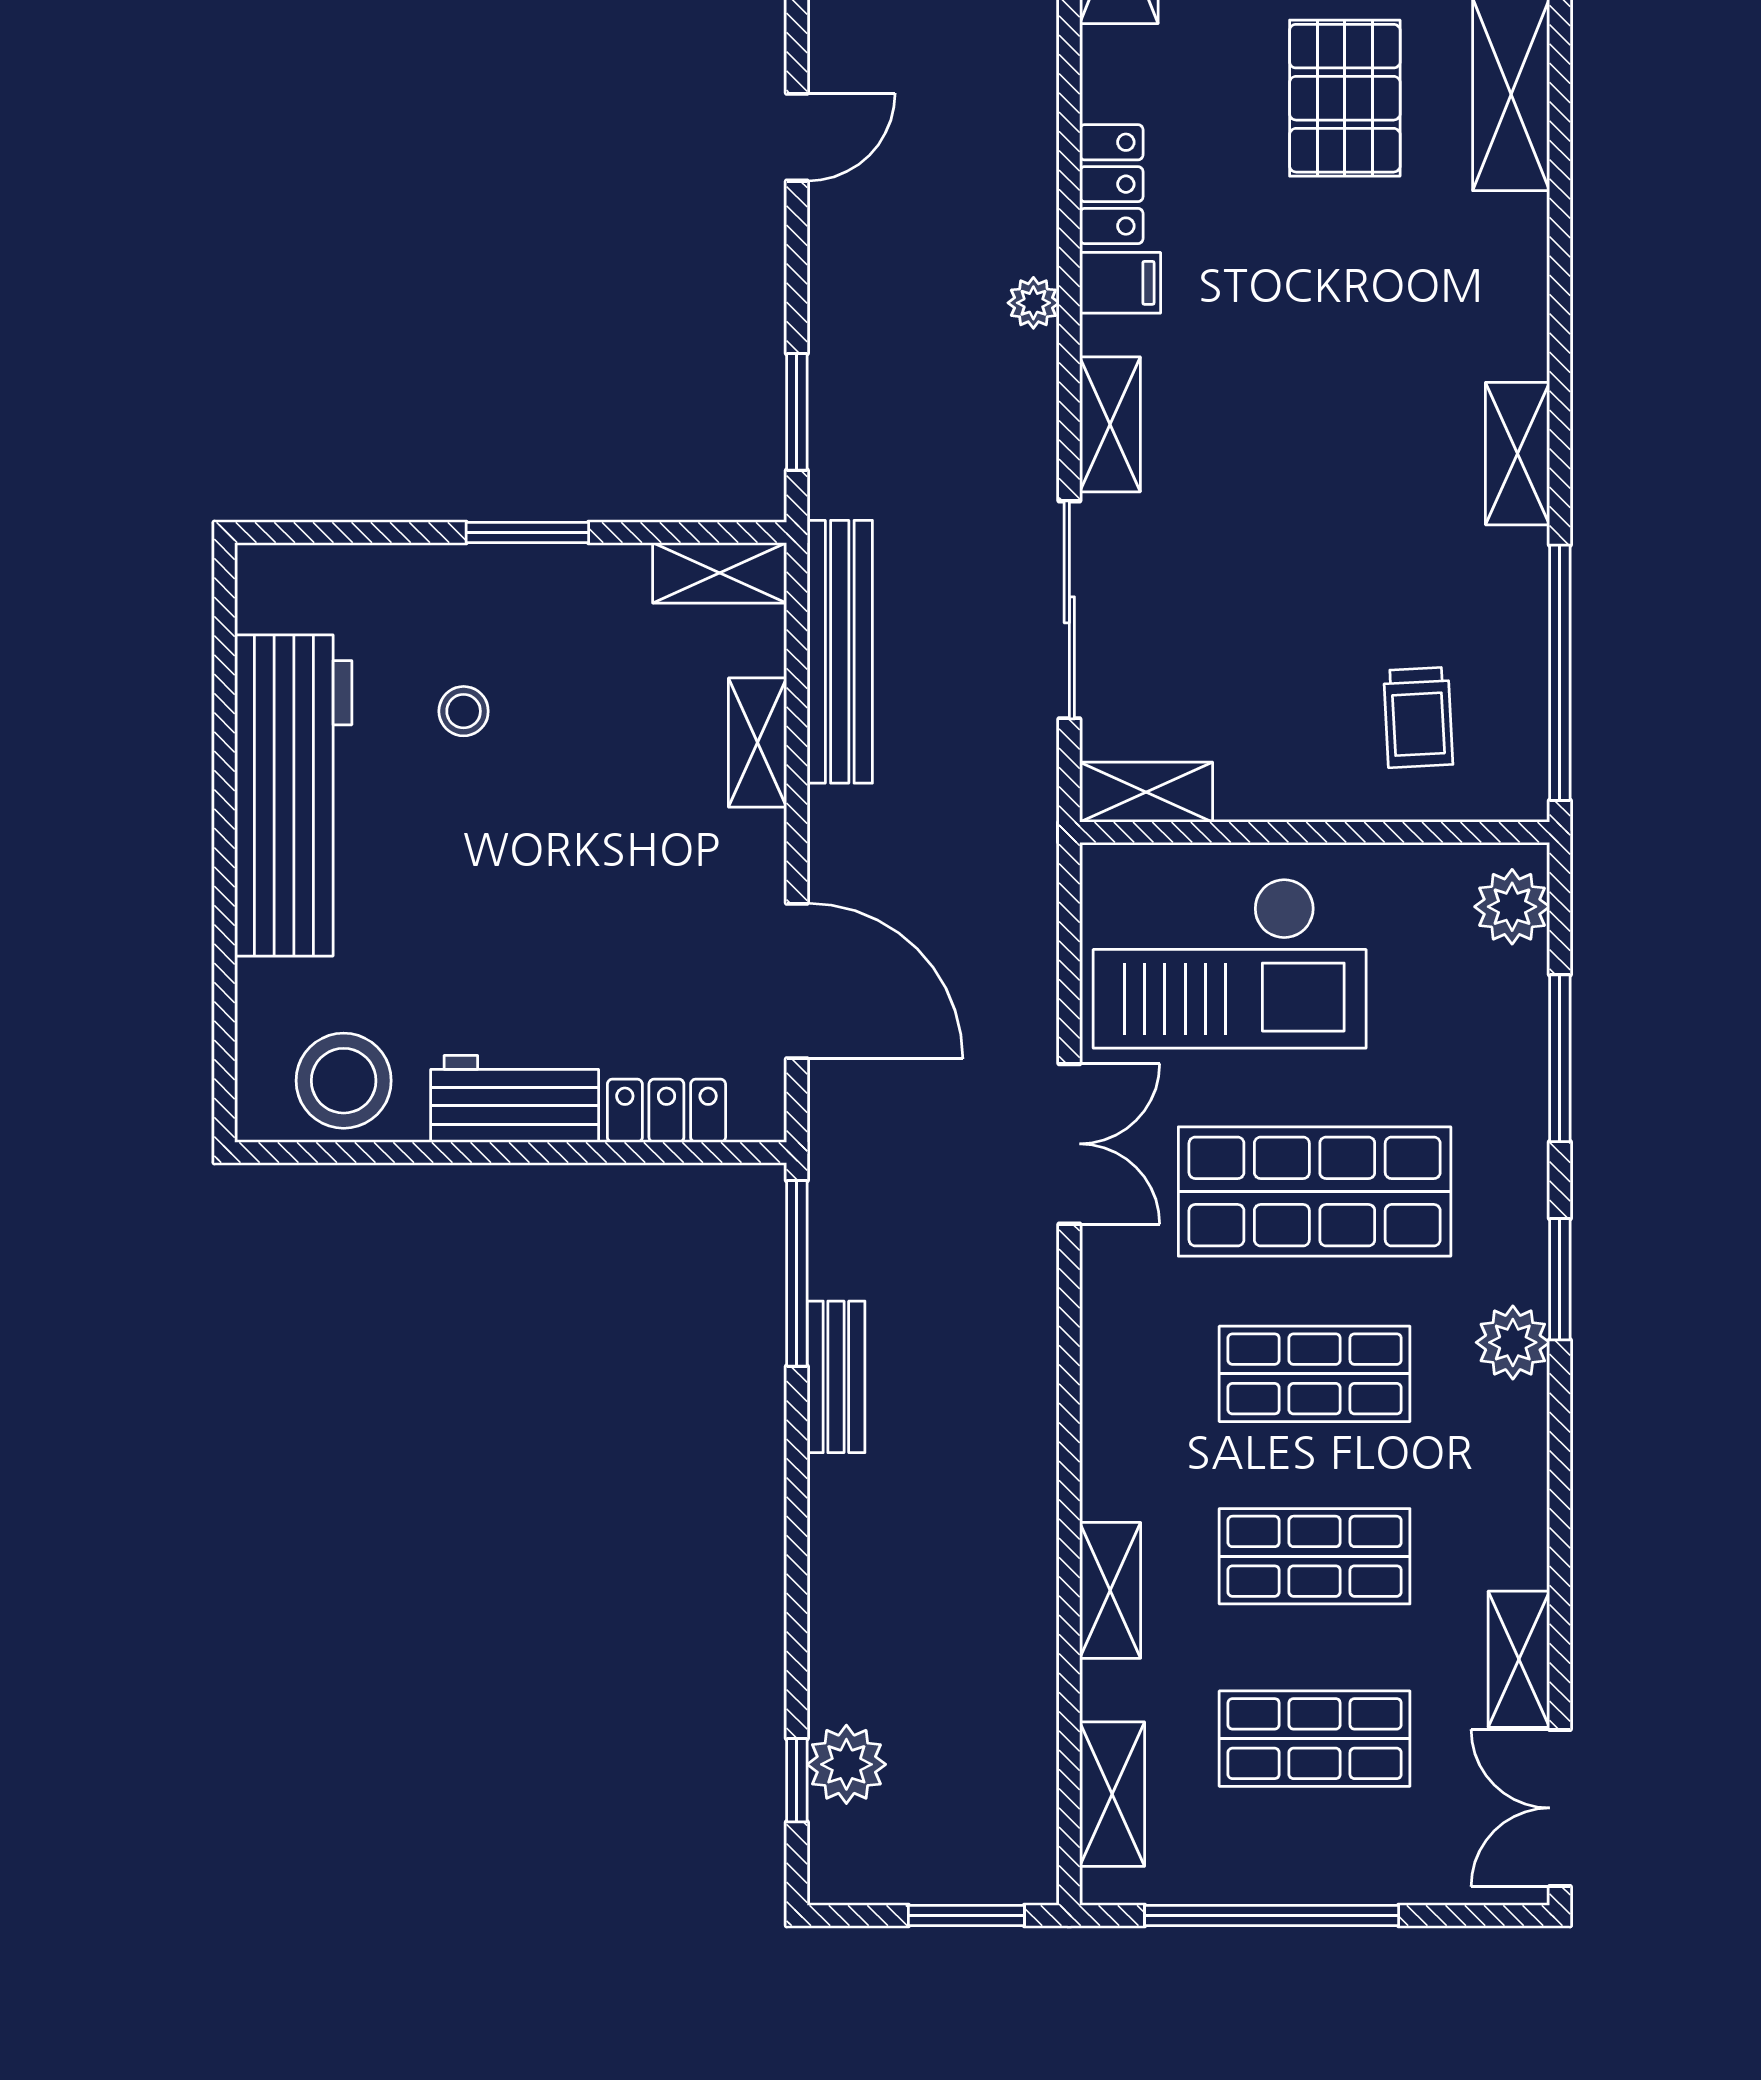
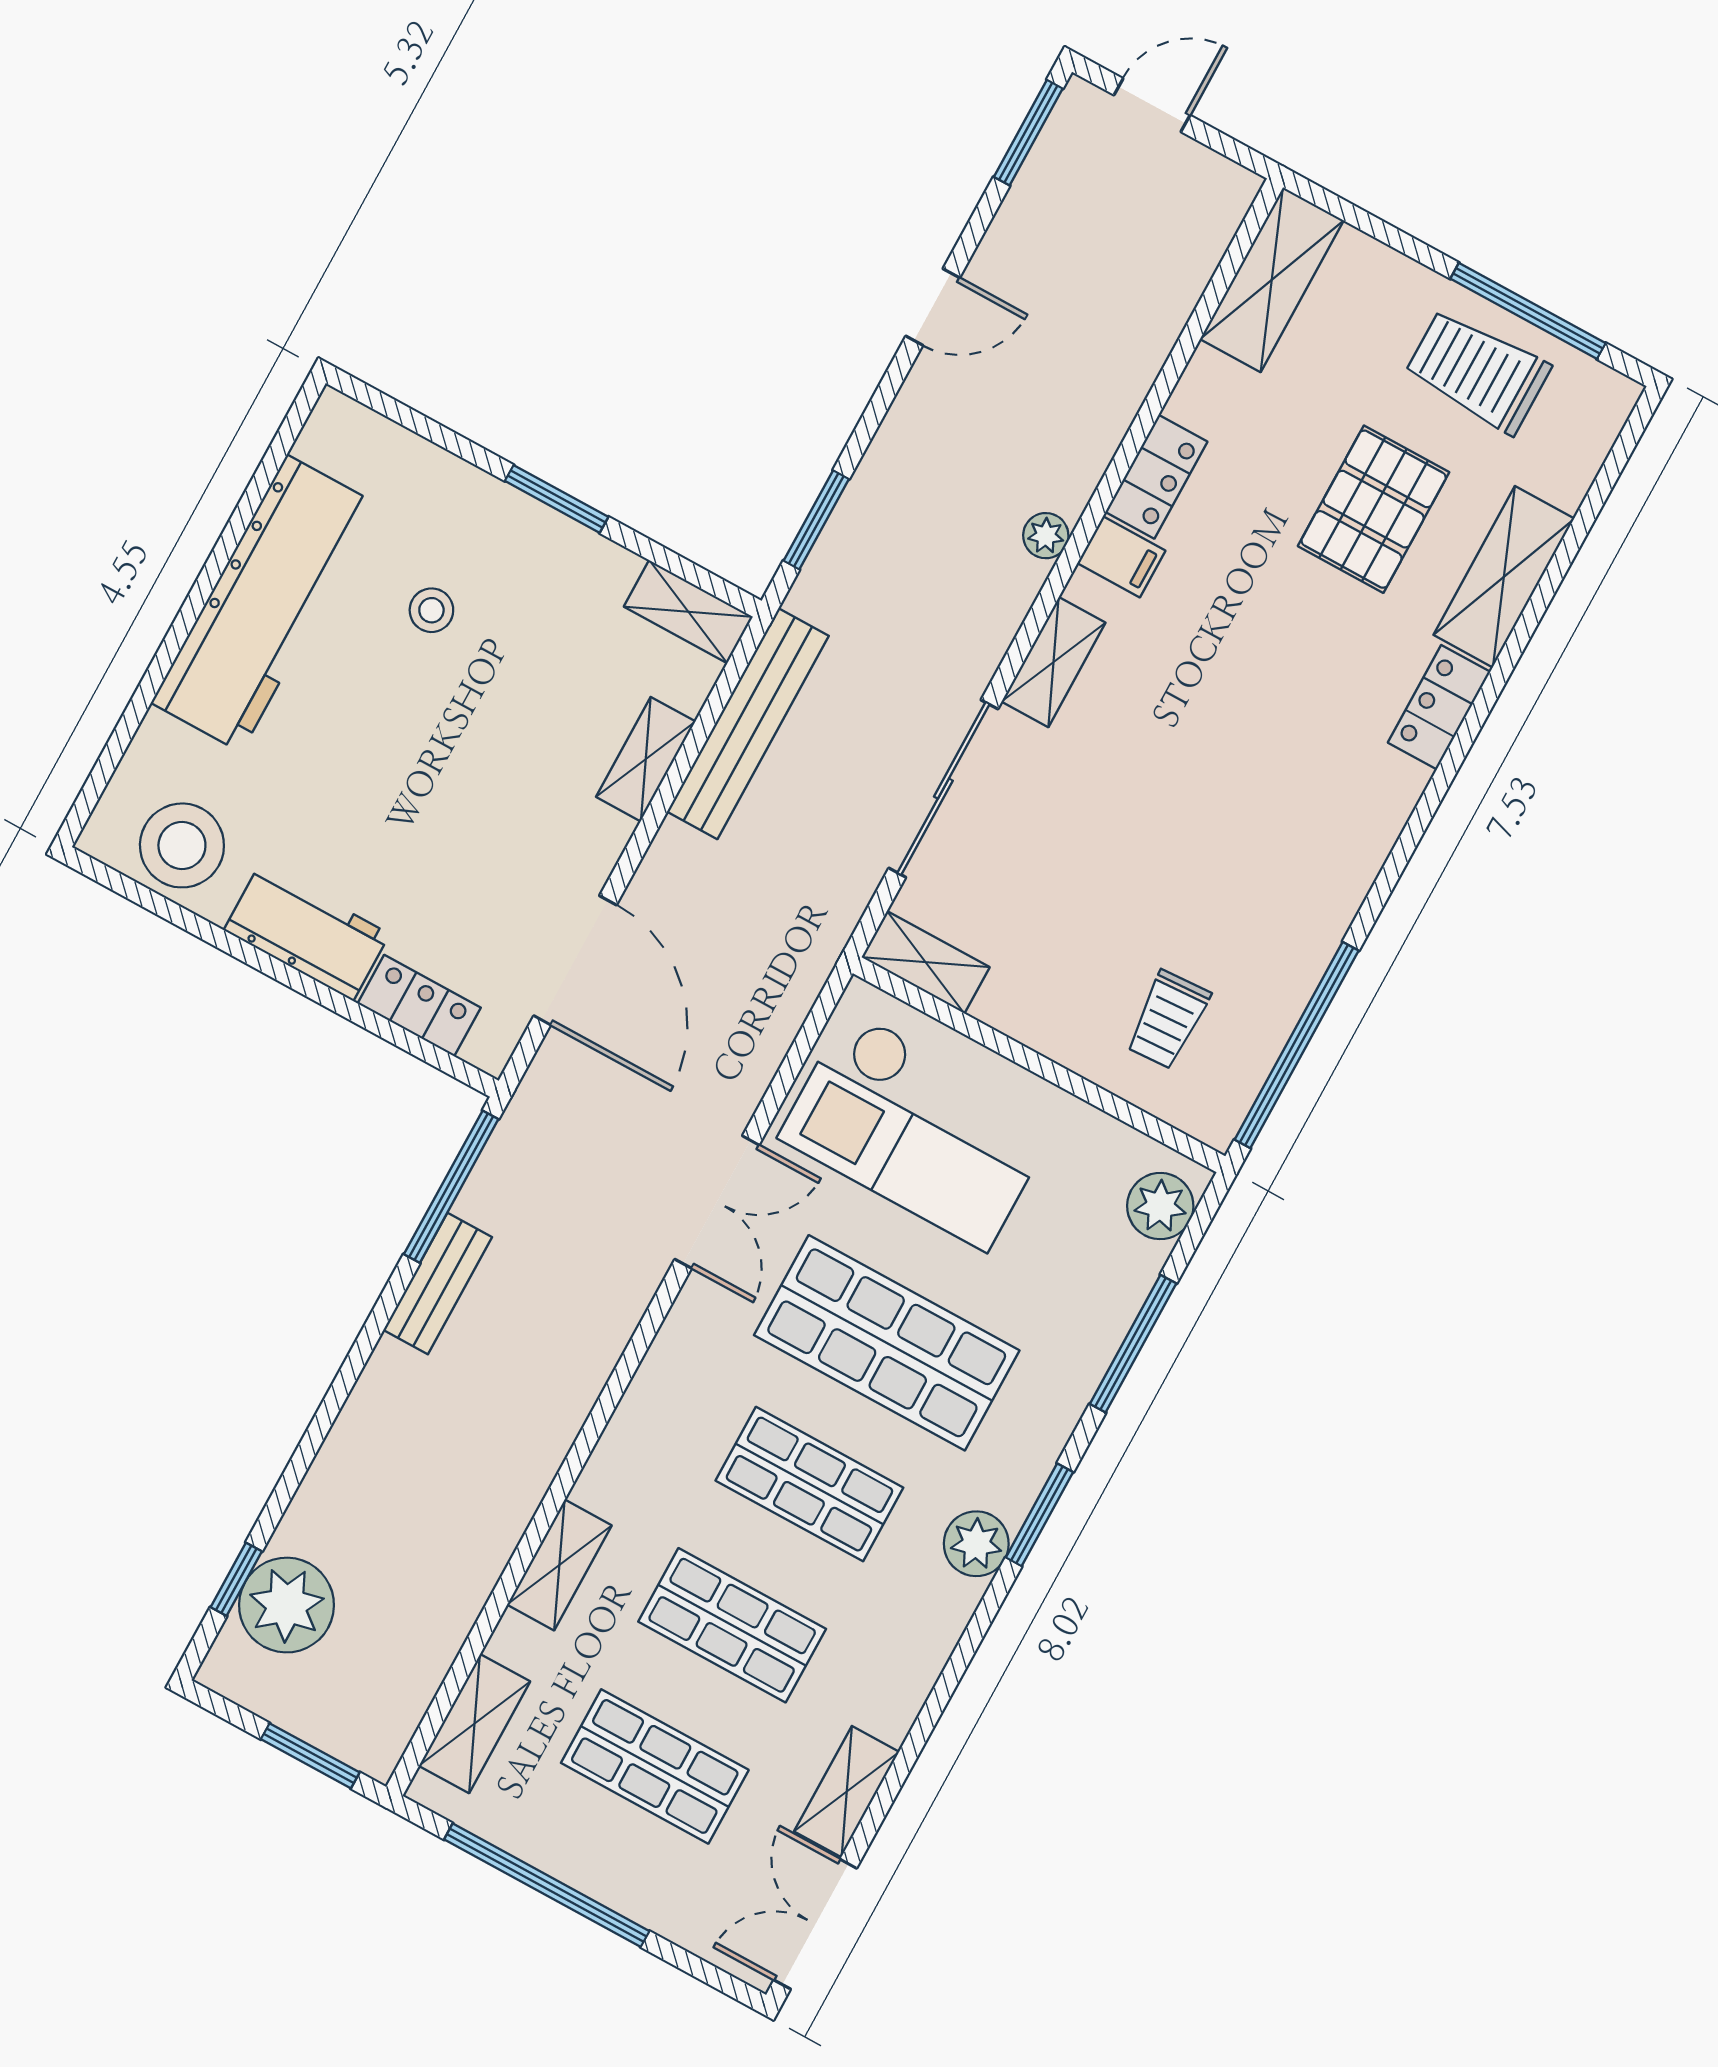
locker: (1518, 259) -> (1439, 707), added
shelving: (1518, 454) -> (1357, 858), removed
plant: (846, 1764) -> (287, 1605), width x1.36, depth x1.36

